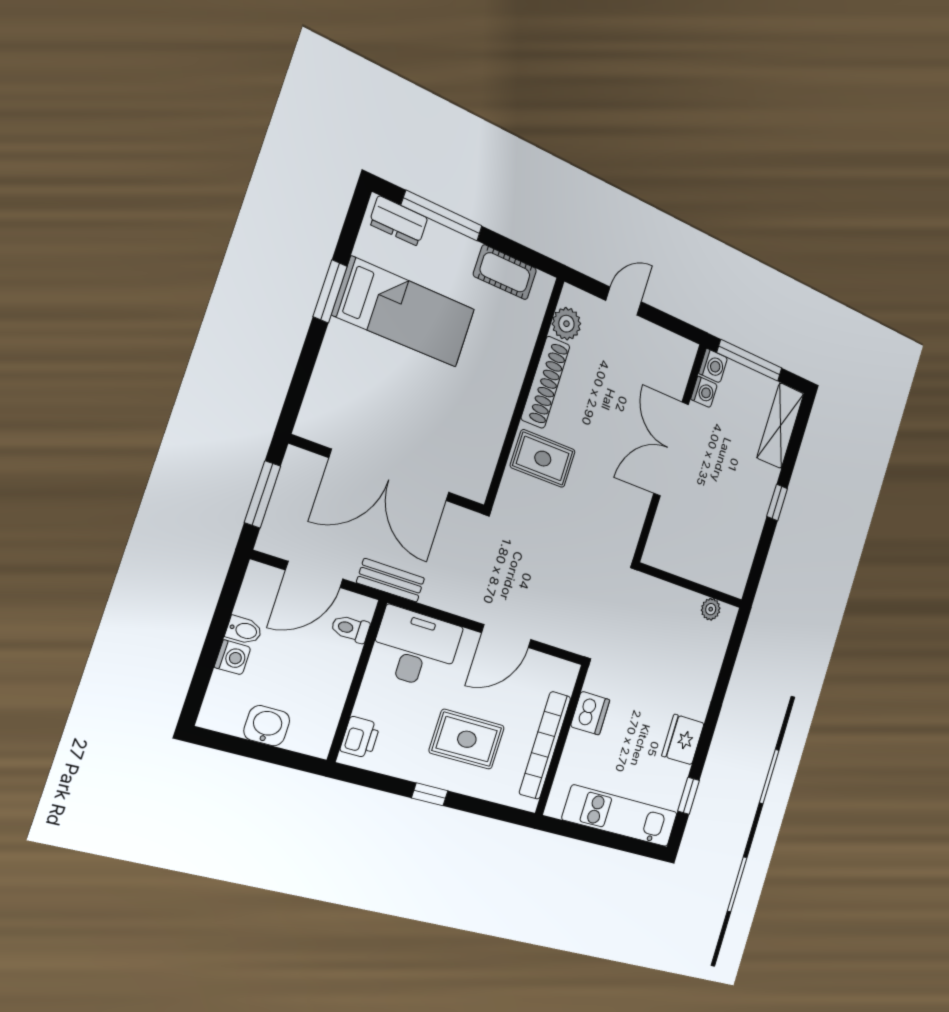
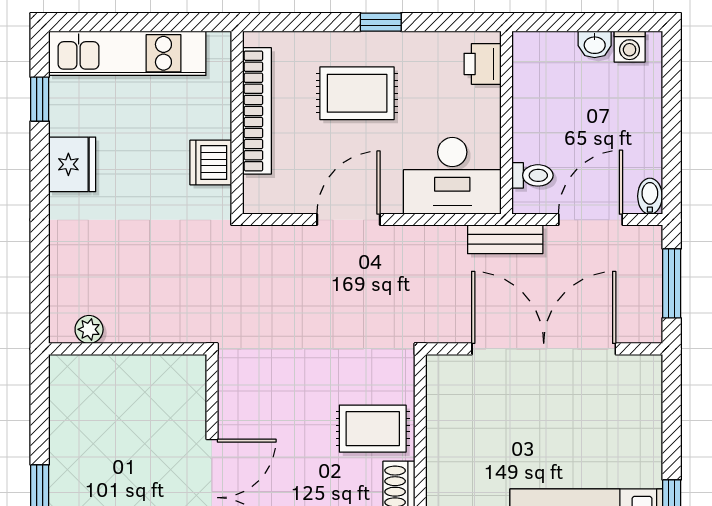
bidet: (244, 630) -> (650, 196), moved, turned 90
washing machine: (233, 657) -> (630, 47), moved, turned -90
washbasin: (267, 726) -> (595, 44), width x0.72, depth x0.69

